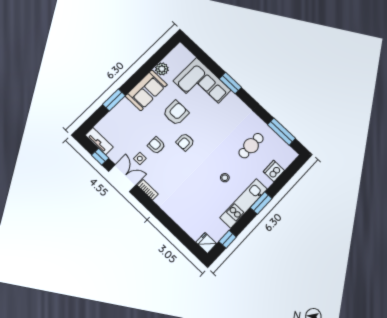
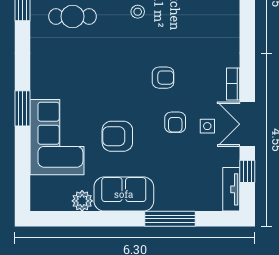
window: (114, 100) -> (170, 219), width x1.44
armchair: (185, 142) -> (163, 78), moved

